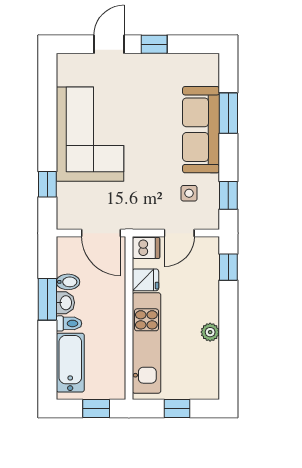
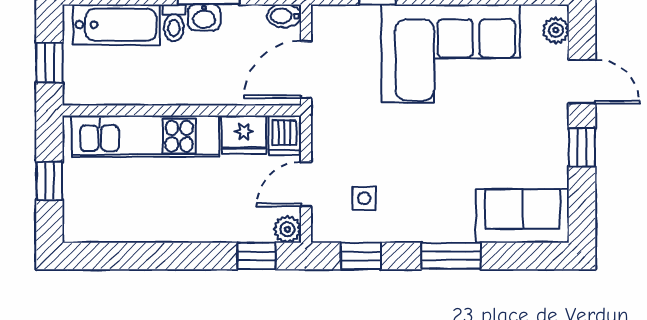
plant: (74, 62) -> (556, 30), added
window: (228, 113) -> (451, 256), moved
sofa: (201, 130) -> (523, 216), moved, width x0.73
door: (179, 233) -> (306, 184), hinge flipped
fridge: (145, 280) -> (244, 135), width x1.38
bidet: (68, 282) -> (284, 16), moved, turned 90
plant: (210, 332) -> (287, 229), moved

